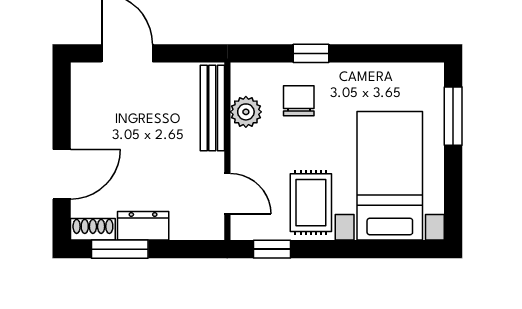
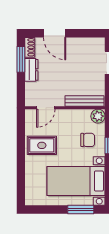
plant: (246, 112) -> (98, 116), moved
bed with nightstands: (390, 176) -> (76, 181), moved, turned 180
window: (272, 249) -> (21, 128), removed

